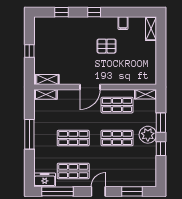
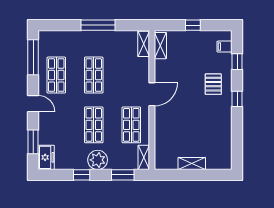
filing cabinet: (123, 23) -> (224, 47), moved
shelving: (151, 29) -> (192, 164), moved
pallet: (106, 46) -> (213, 84), moved
door: (90, 87) -> (152, 94), swing flipped
window: (161, 123) -> (123, 175), moved
freezer: (45, 180) -> (46, 157), moved

